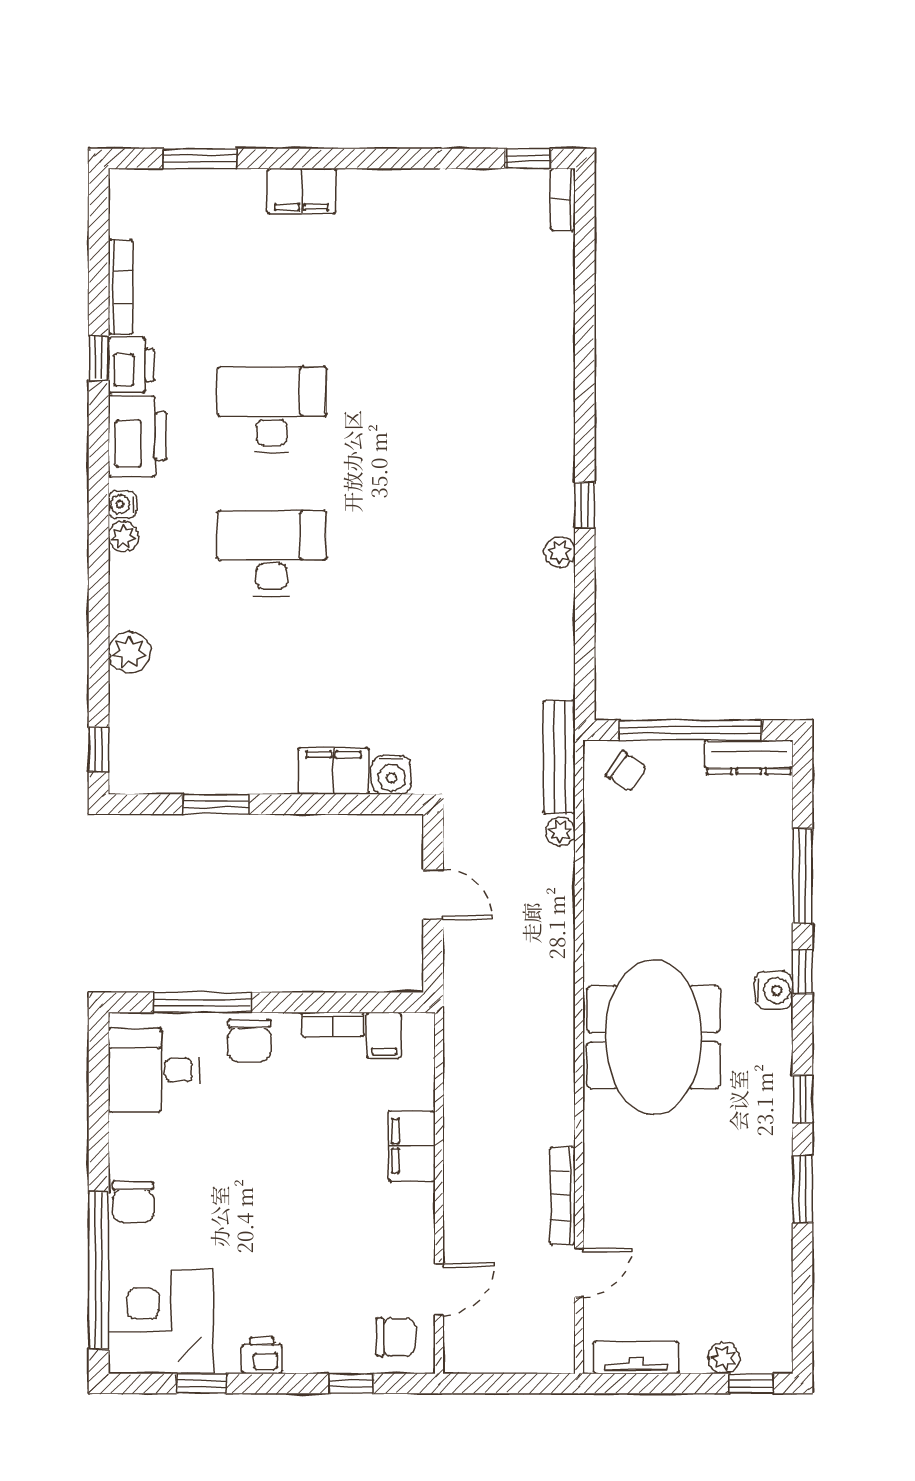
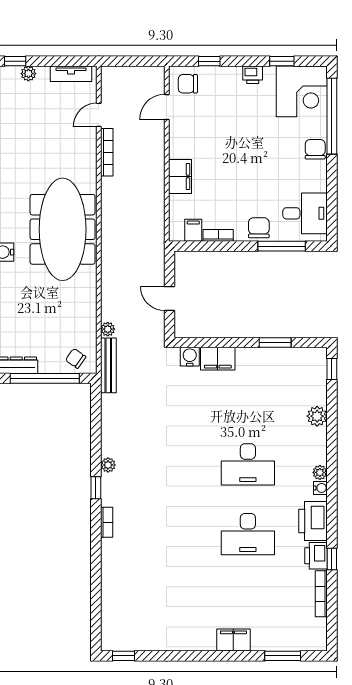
bookcase: (563, 199) -> (107, 522), moved
meeting table: (653, 1037) -> (63, 229), width x1.36

